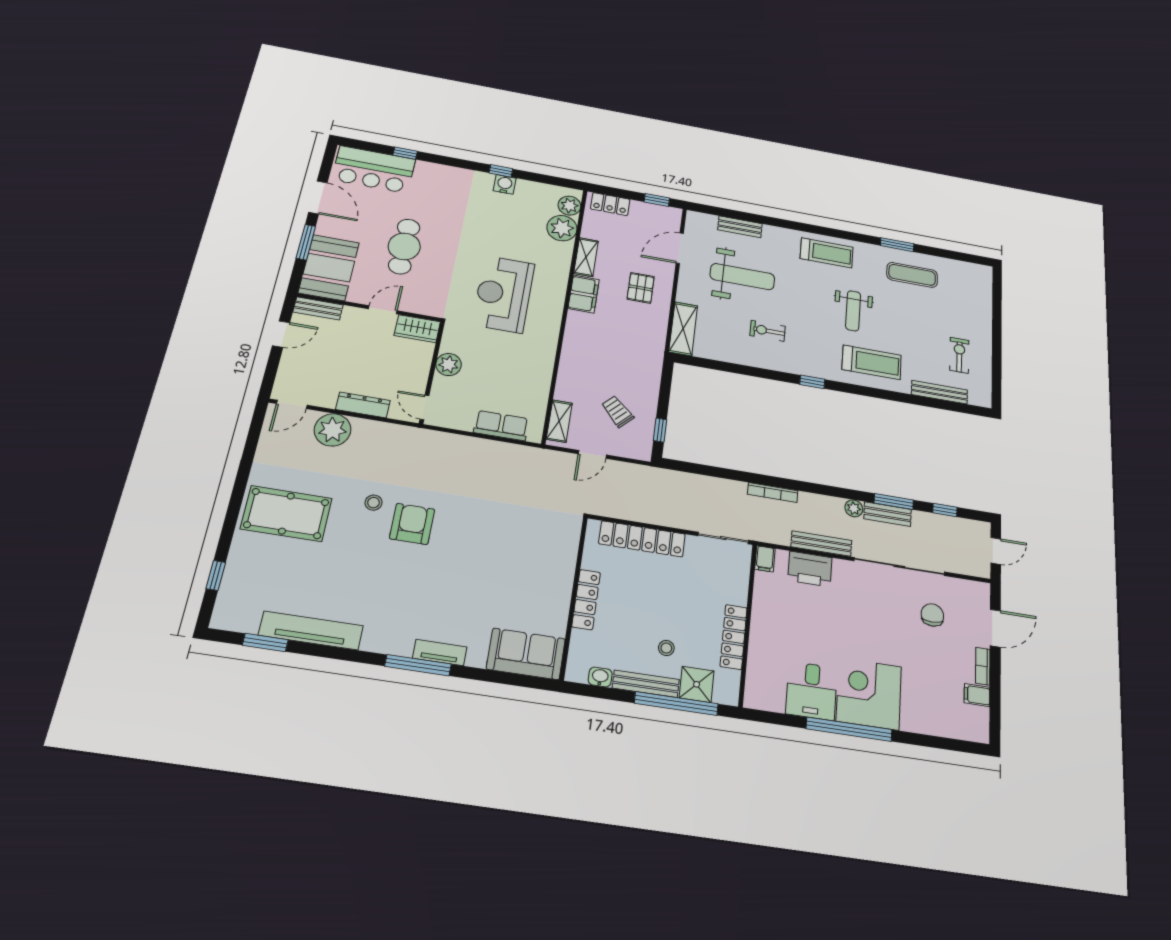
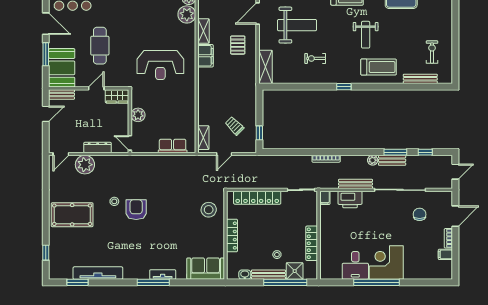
reception desk: (503, 294) -> (160, 65), turned -90
stool: (549, 546) -> (209, 210), added

